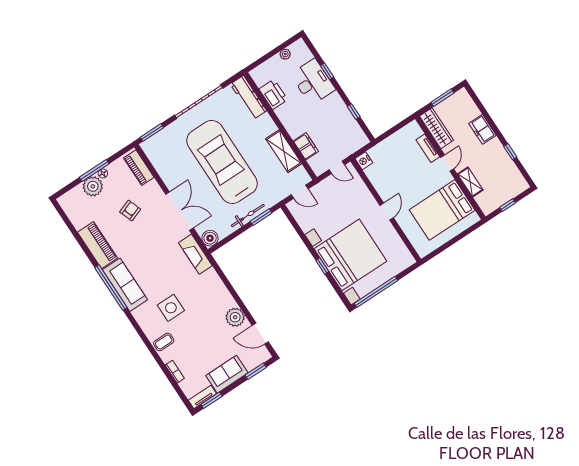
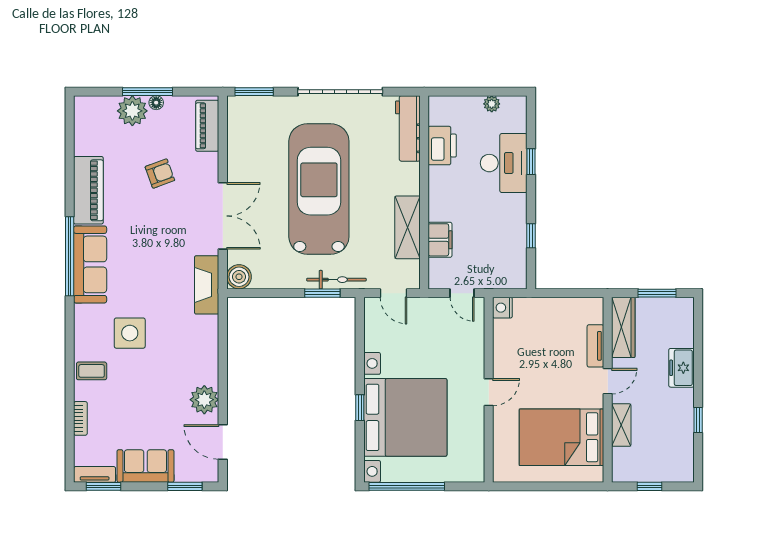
bicycle: (248, 215) -> (336, 280), moved

